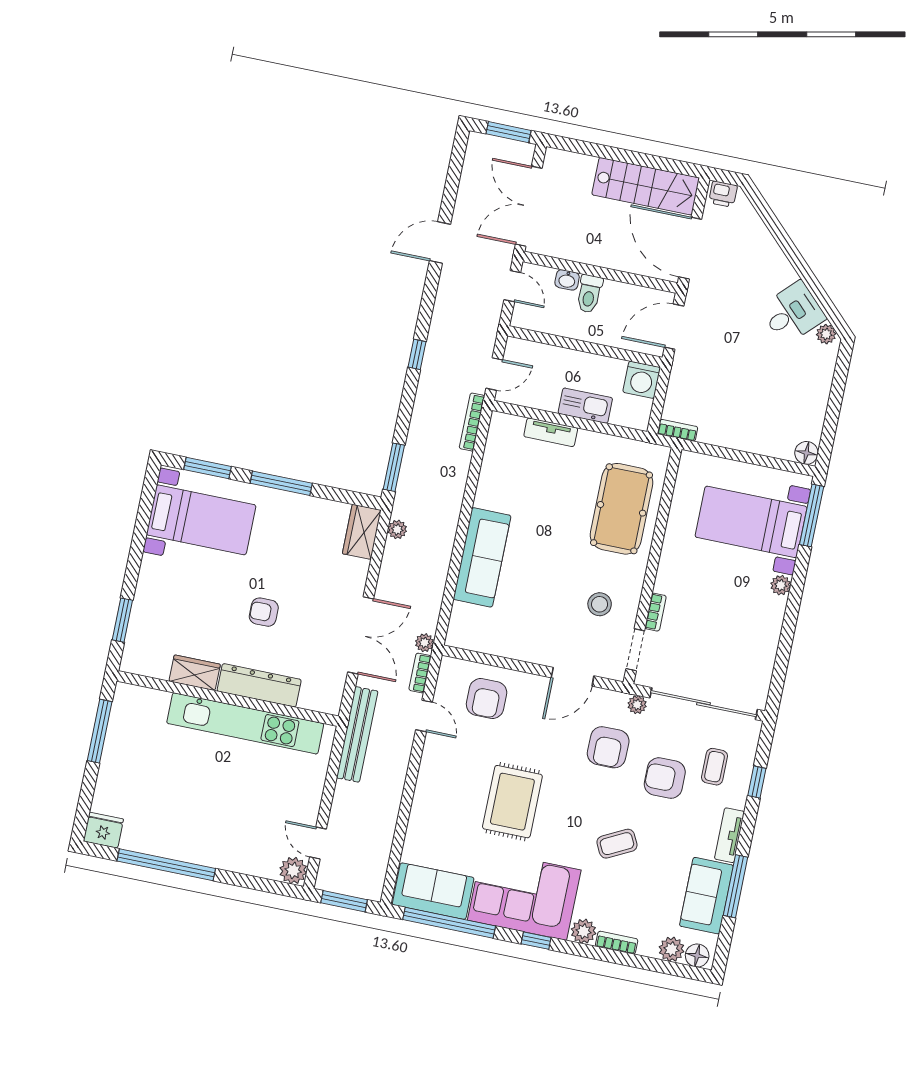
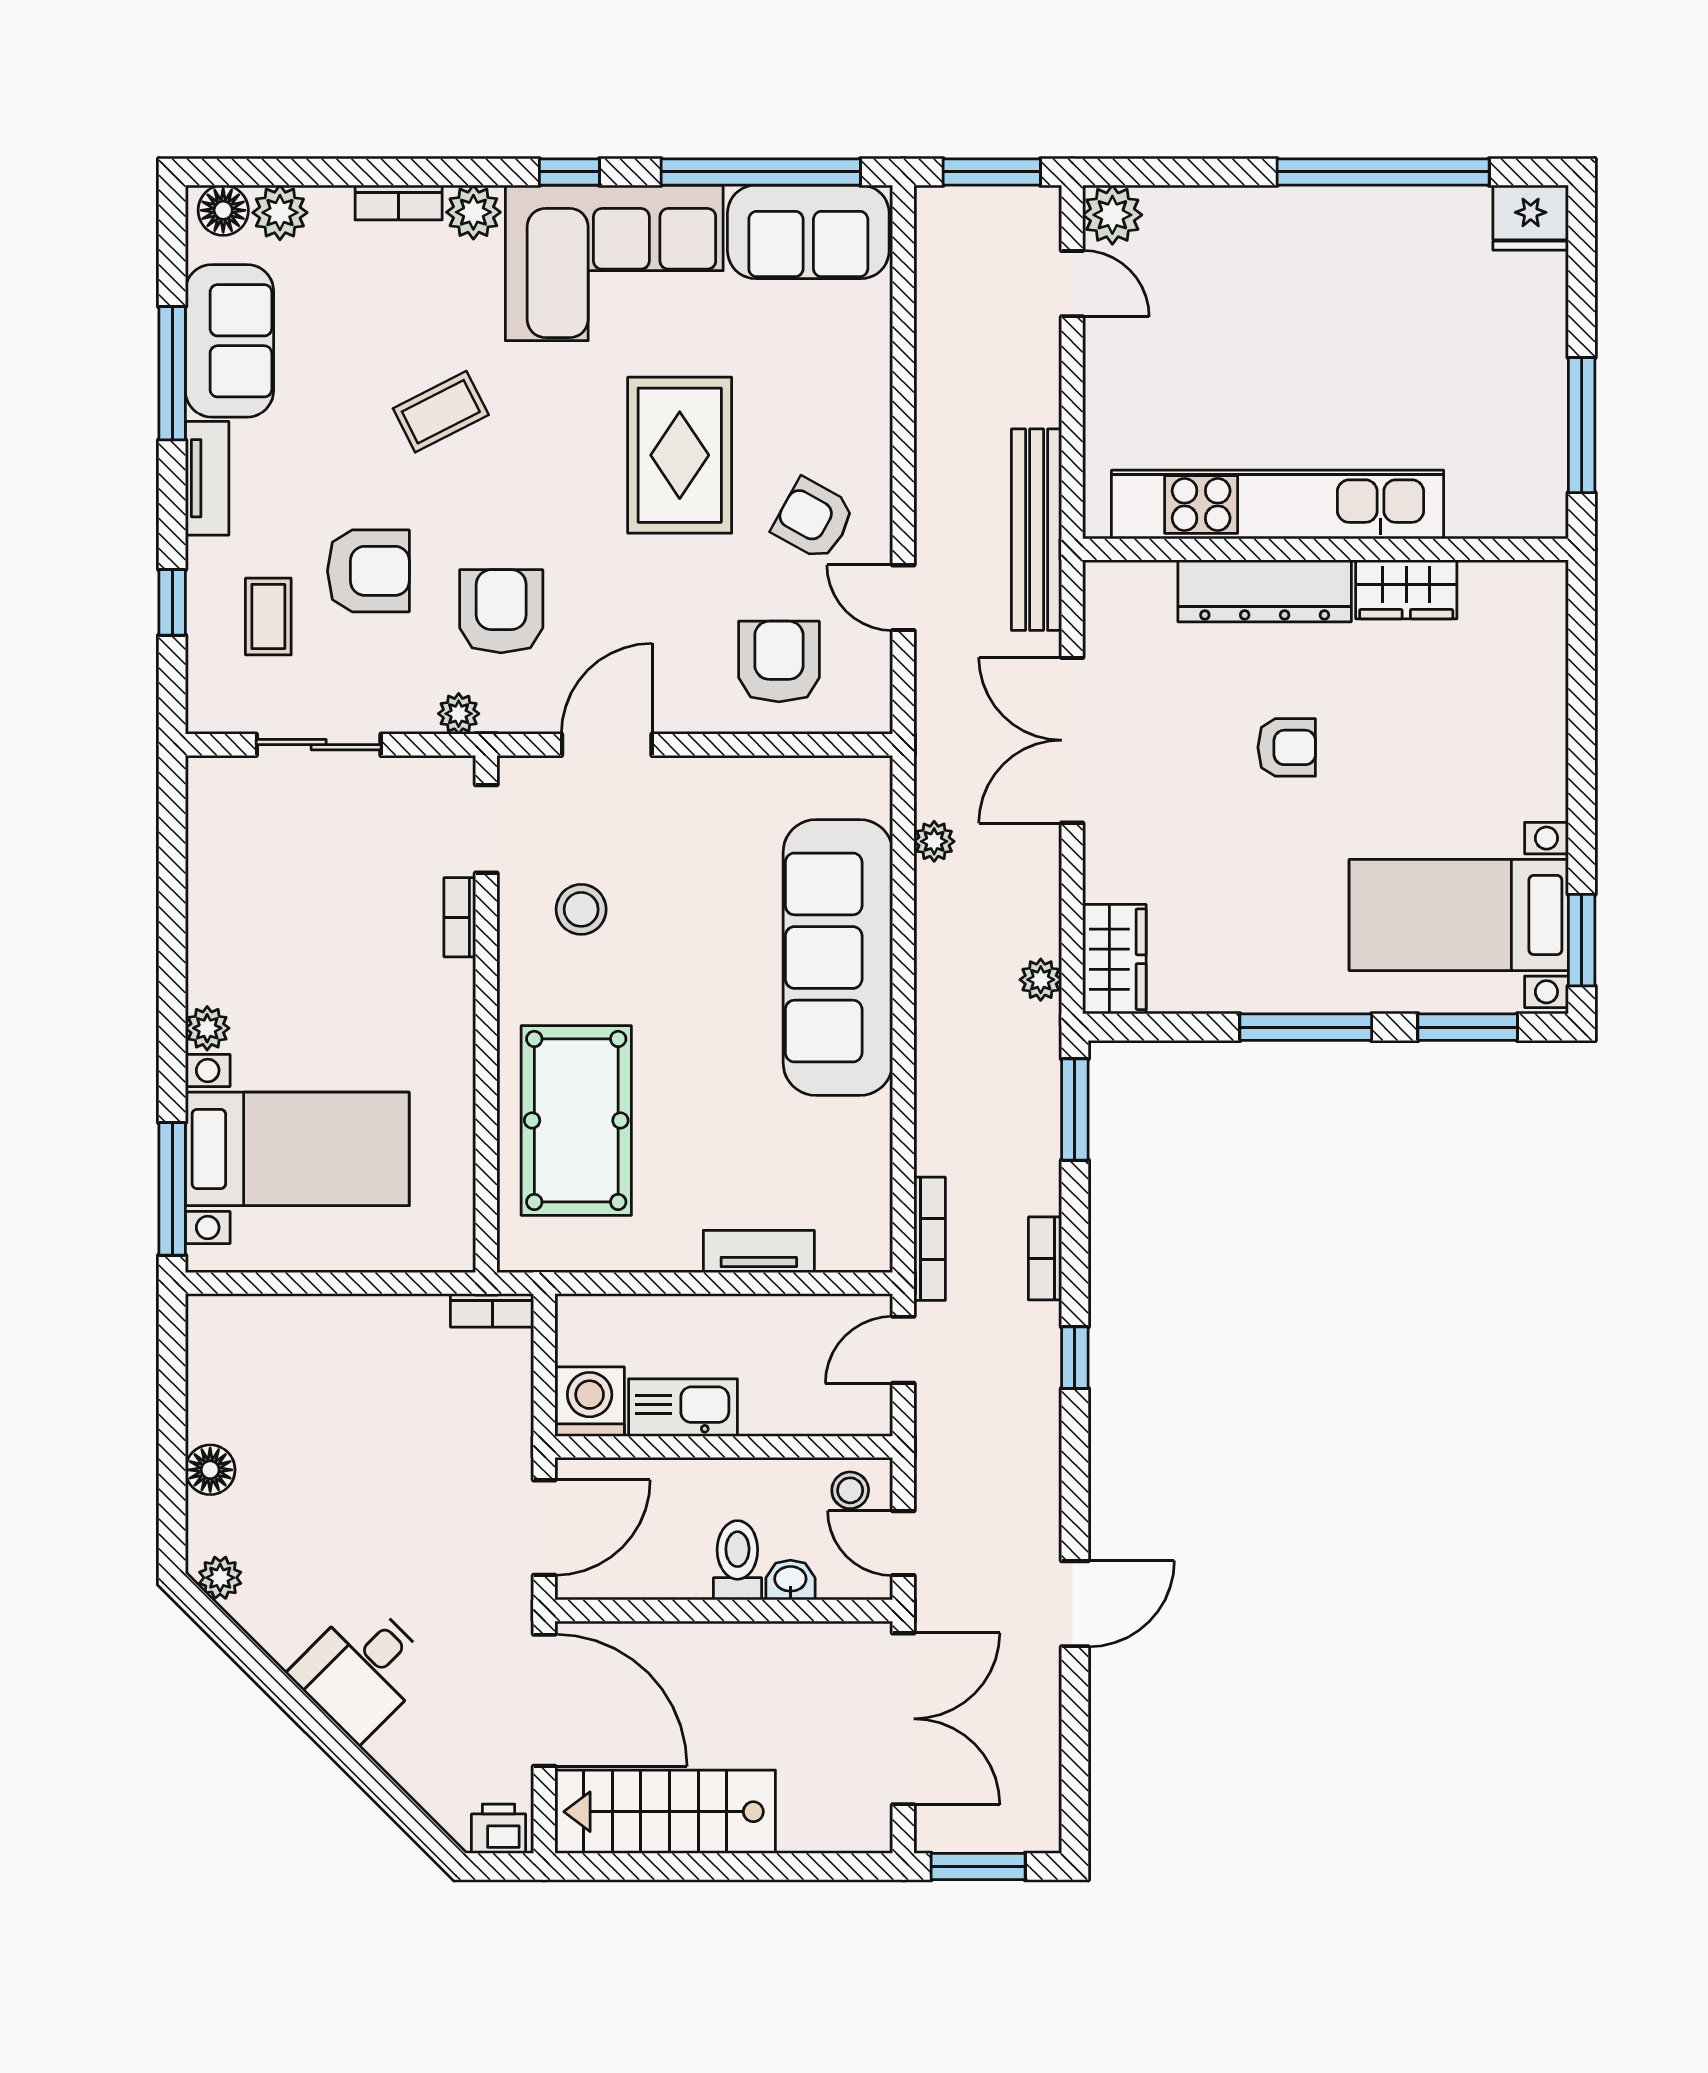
desk: (793, 313) -> (362, 1670), moved
stool: (532, 315) -> (850, 1490), added
kitchen sink: (585, 406) -> (683, 1408), moved, turned 180
floor lamp: (806, 453) -> (210, 1470), moved
sofa: (482, 557) -> (838, 957), width x1.36, depth x1.27
window: (122, 620) -> (1582, 940), moved
plant: (425, 643) -> (934, 841), moved
bookcase: (420, 673) -> (1045, 1258), moved, turned 180
sliding door: (704, 704) -> (319, 745), width x0.54
armchair: (458, 760) -> (814, 519), added

